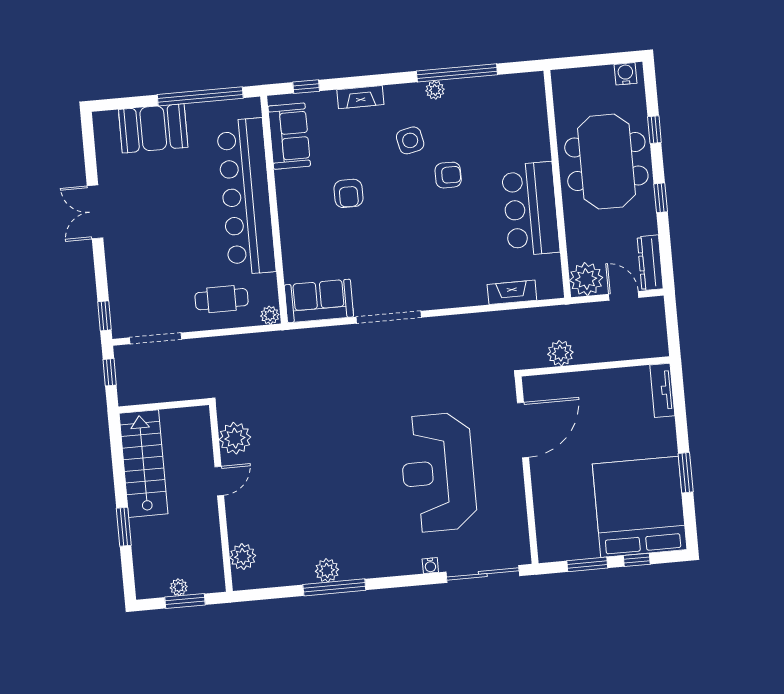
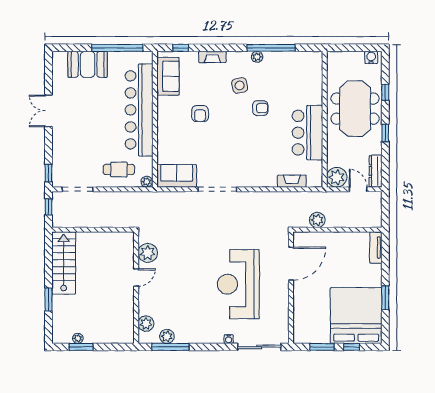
plant: (235, 438) -> (148, 253), moved
door: (219, 481) -> (136, 277), moved
wall: (221, 498) -> (136, 288), moved
plant: (243, 557) -> (146, 324), moved

